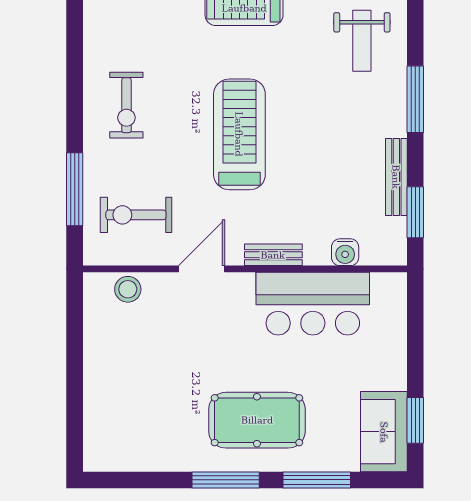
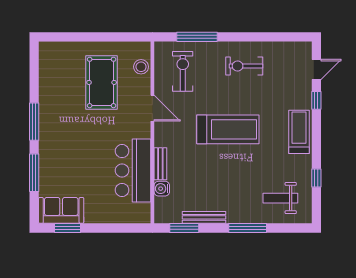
bench: (273, 255) -> (160, 164), moved
pool table: (257, 420) -> (102, 82), moved

